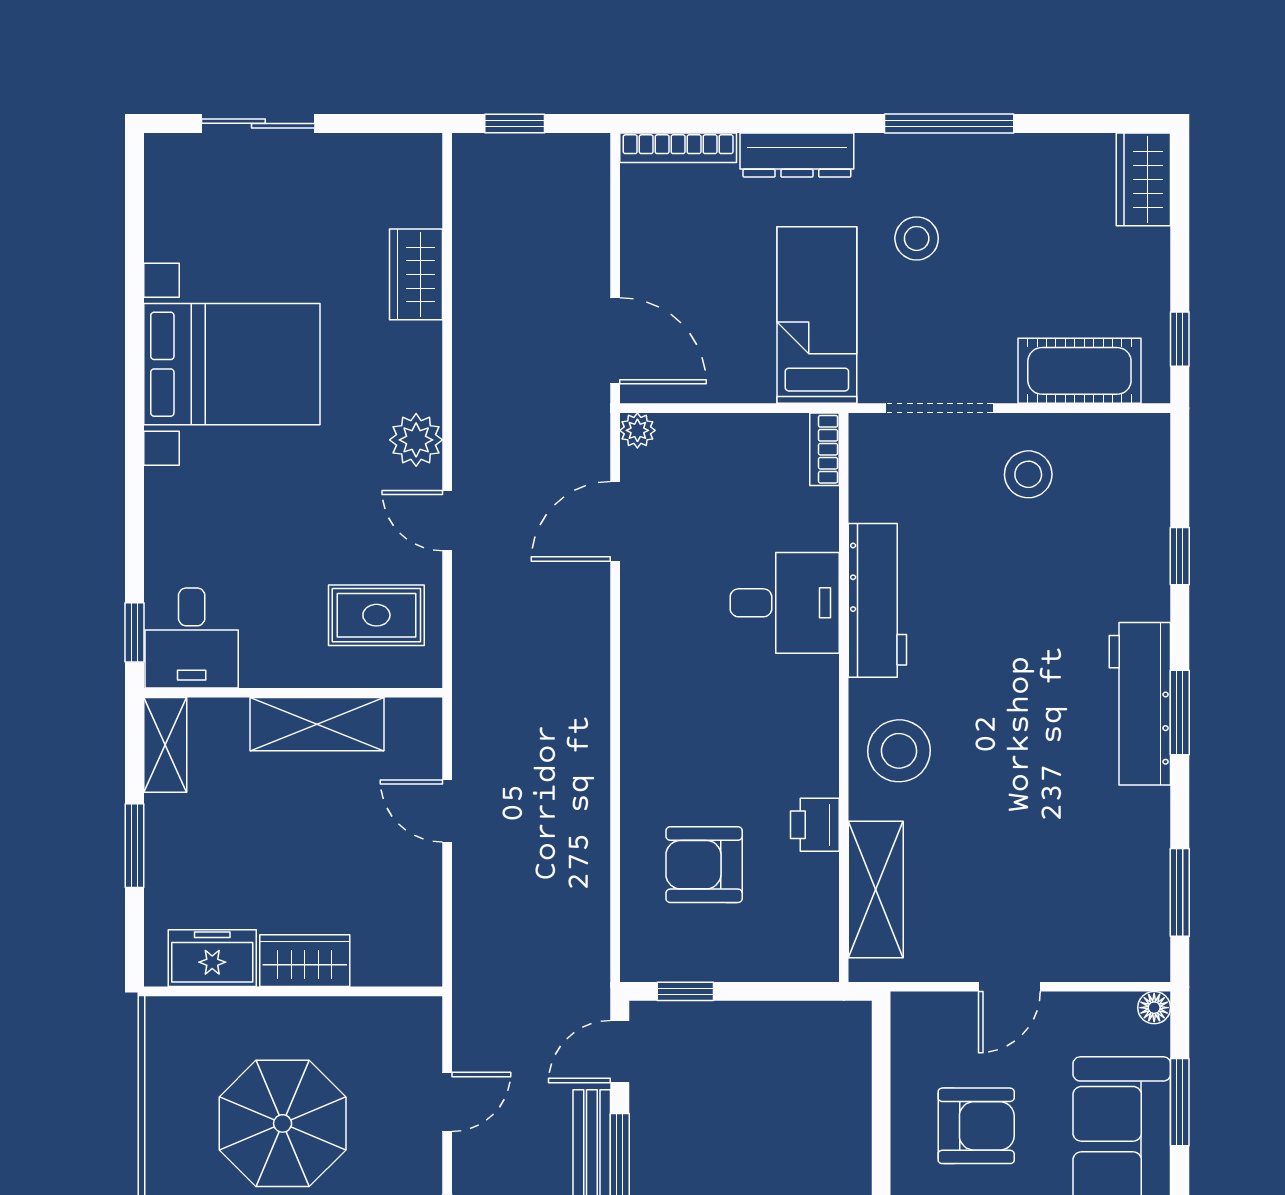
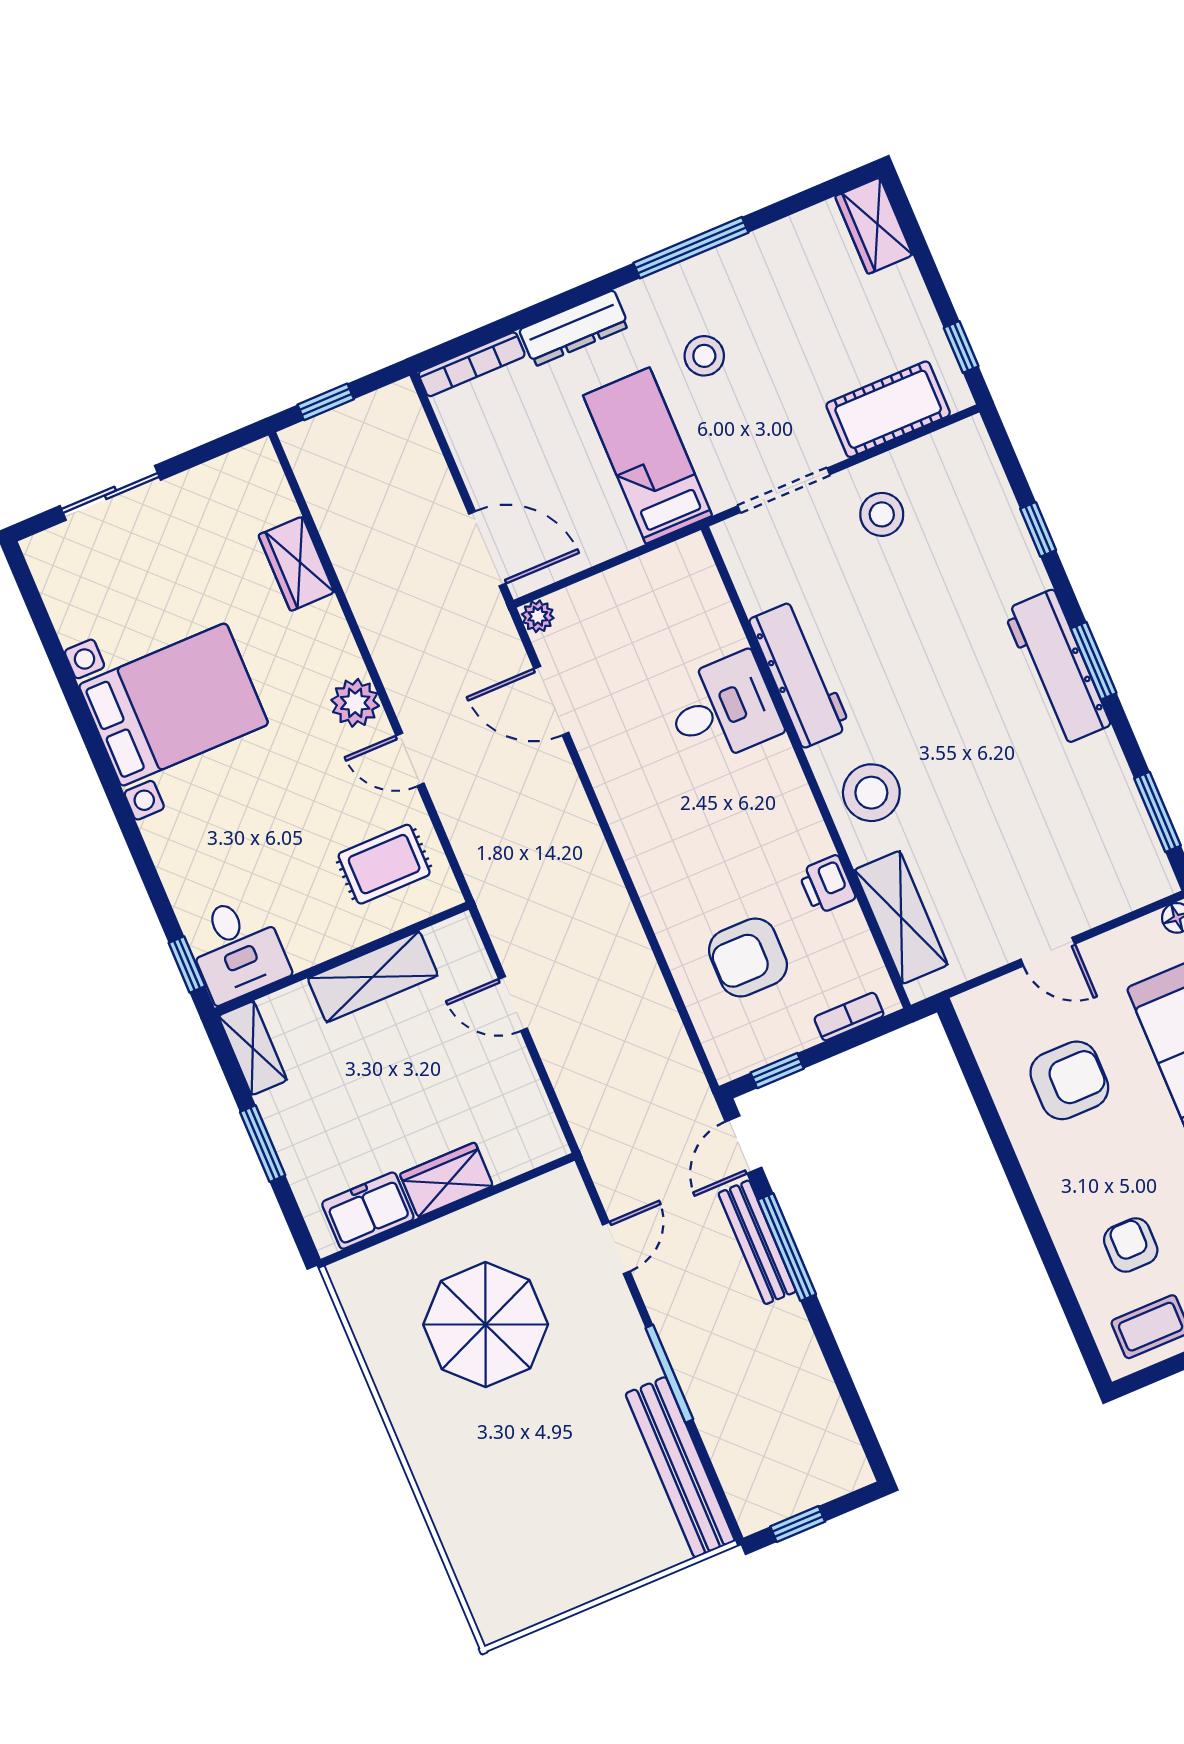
bookcase: (825, 449) -> (849, 1017), moved, turned 90
door: (615, 521) -> (551, 701), hinge flipped
door: (1009, 987) -> (1048, 952), hinge flipped

